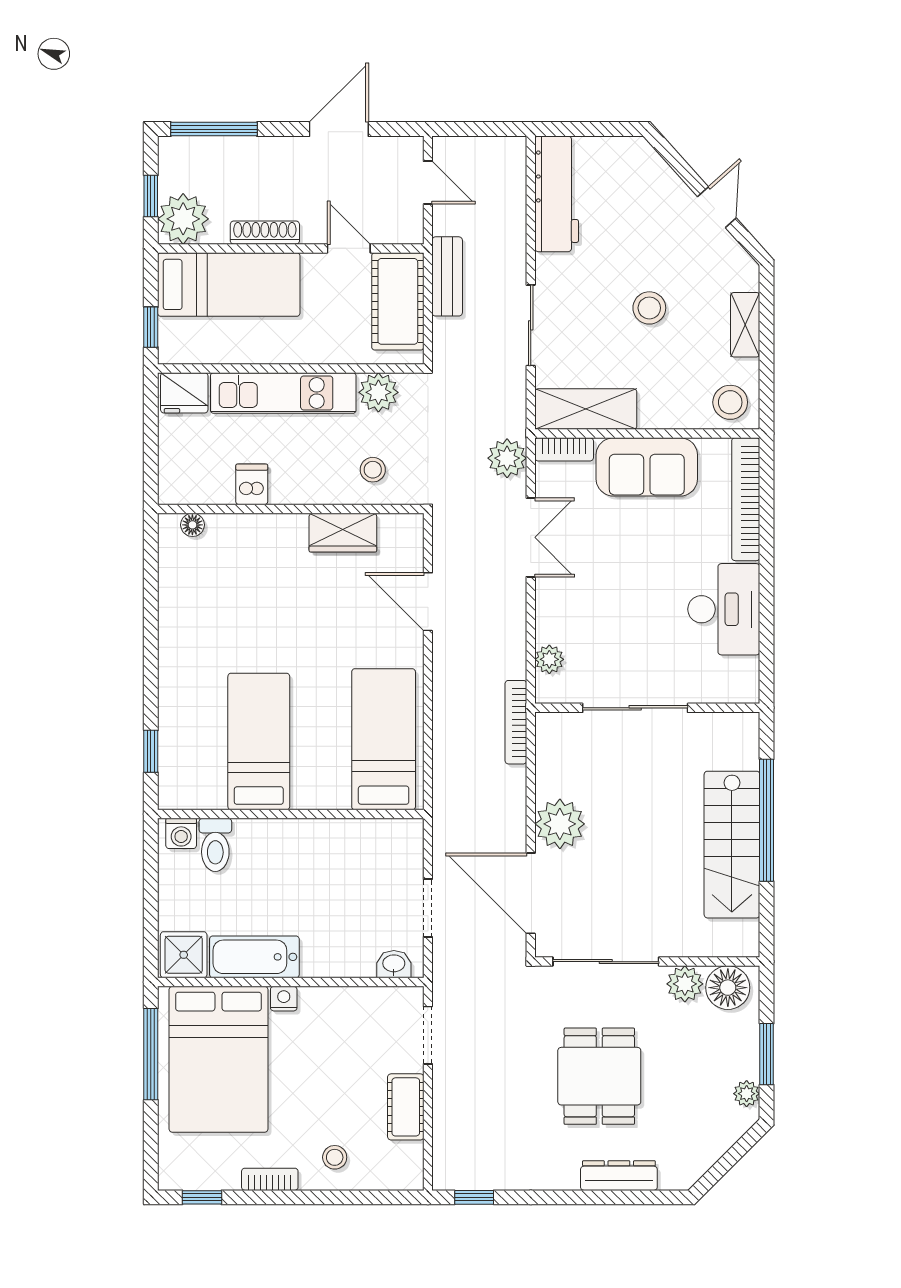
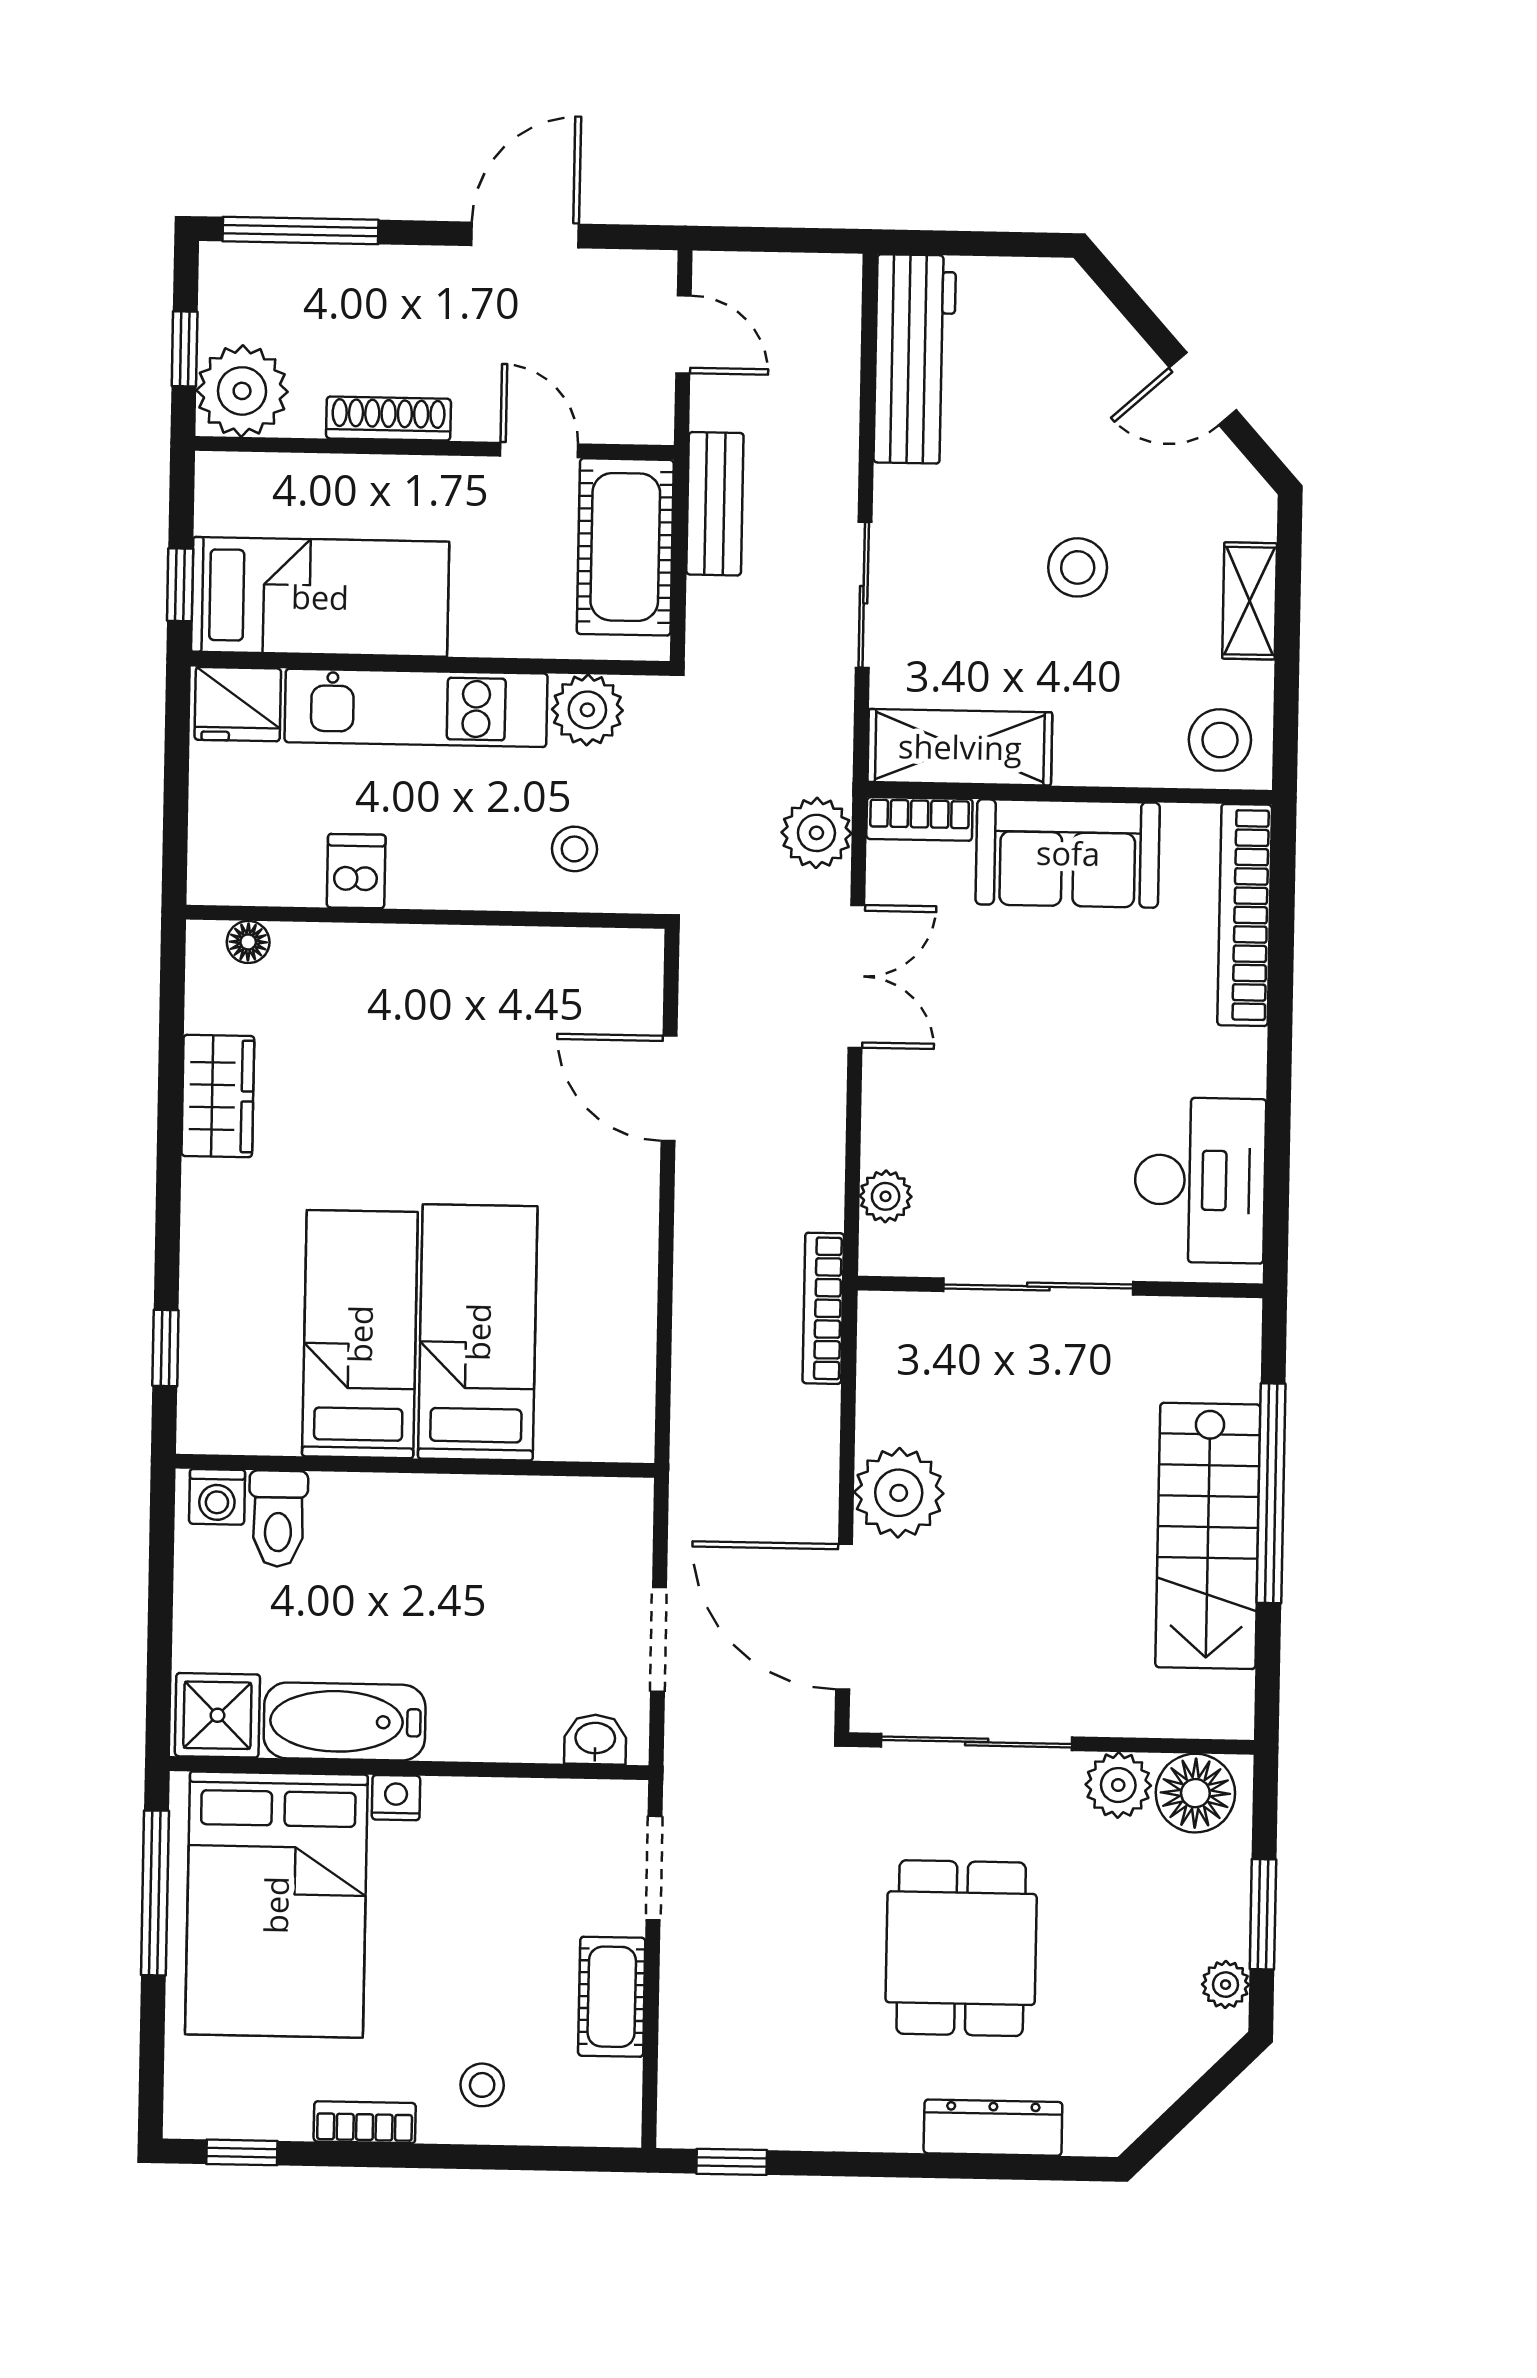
door: (717, 207) -> (1203, 389), swing flipped
bed: (229, 284) -> (320, 597), moved
wardrobe: (343, 533) -> (218, 1096), moved, turned -90
desk: (724, 609) -> (1200, 1180), moved
bed: (384, 739) -> (478, 1332), moved

